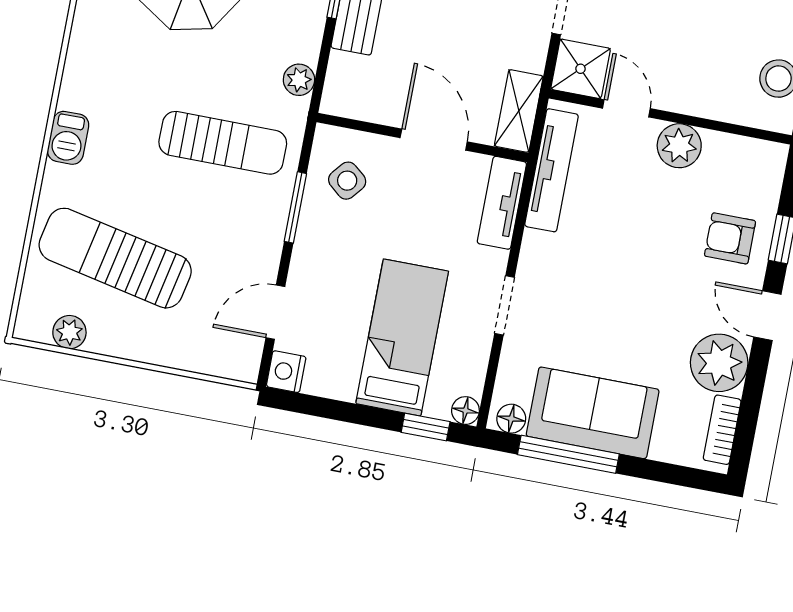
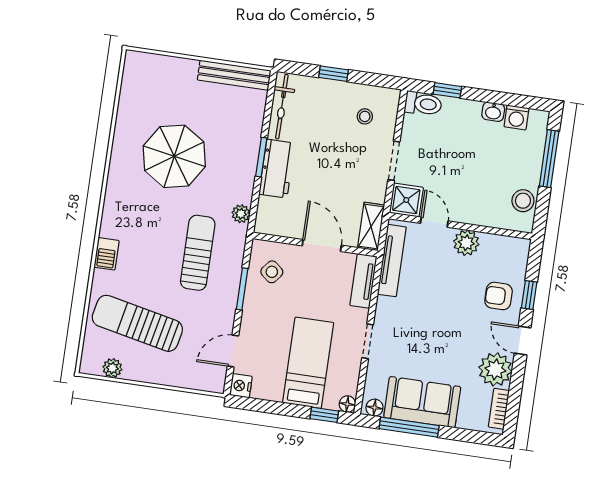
sun lounger: (223, 143) -> (198, 253), turned -90

